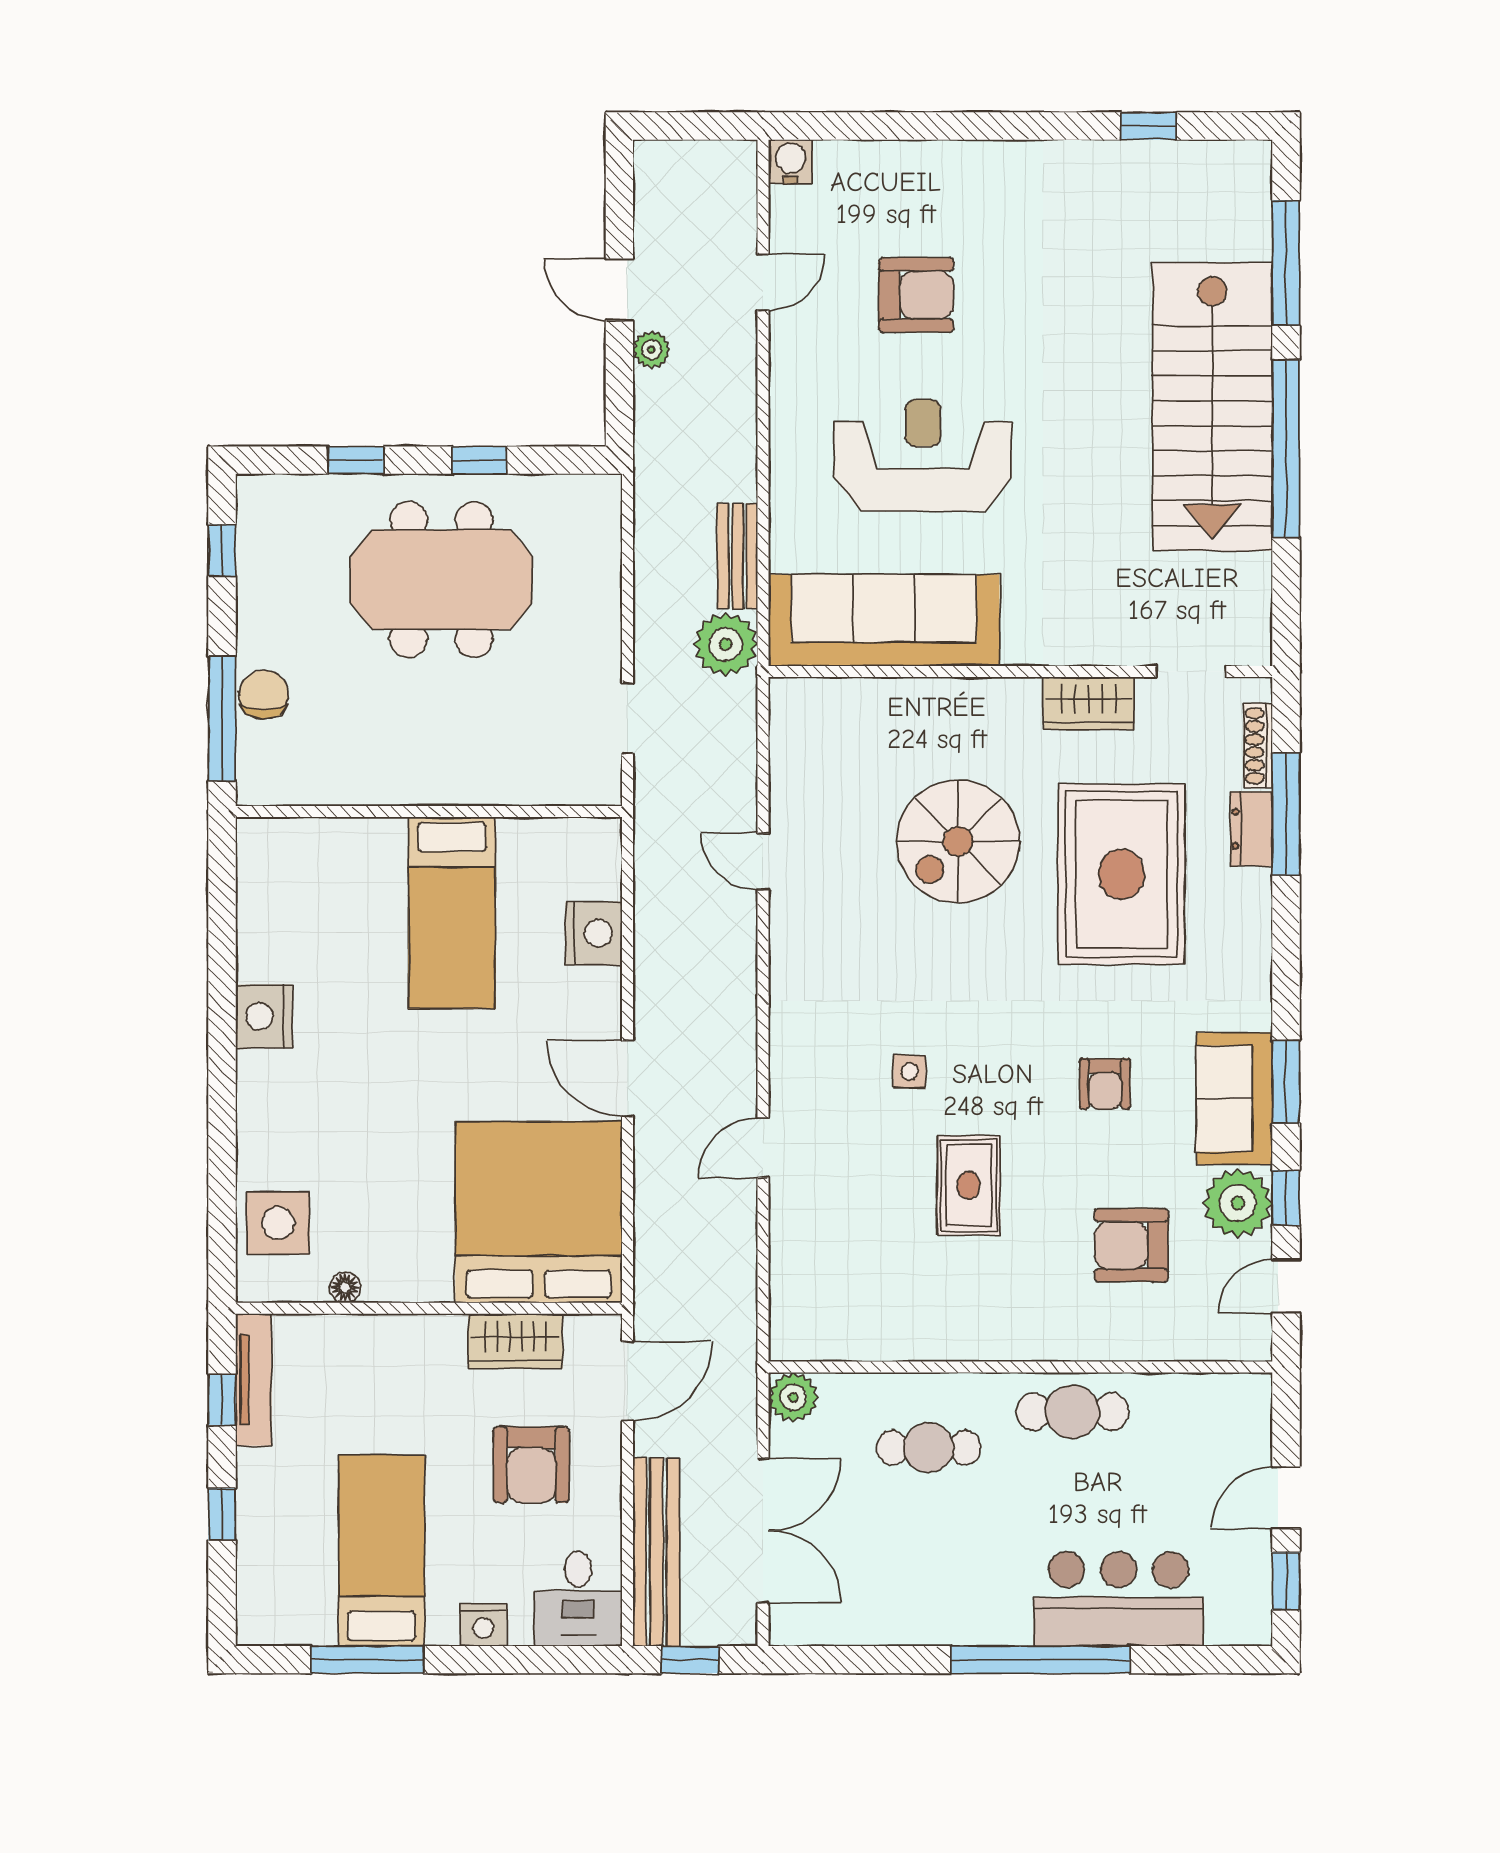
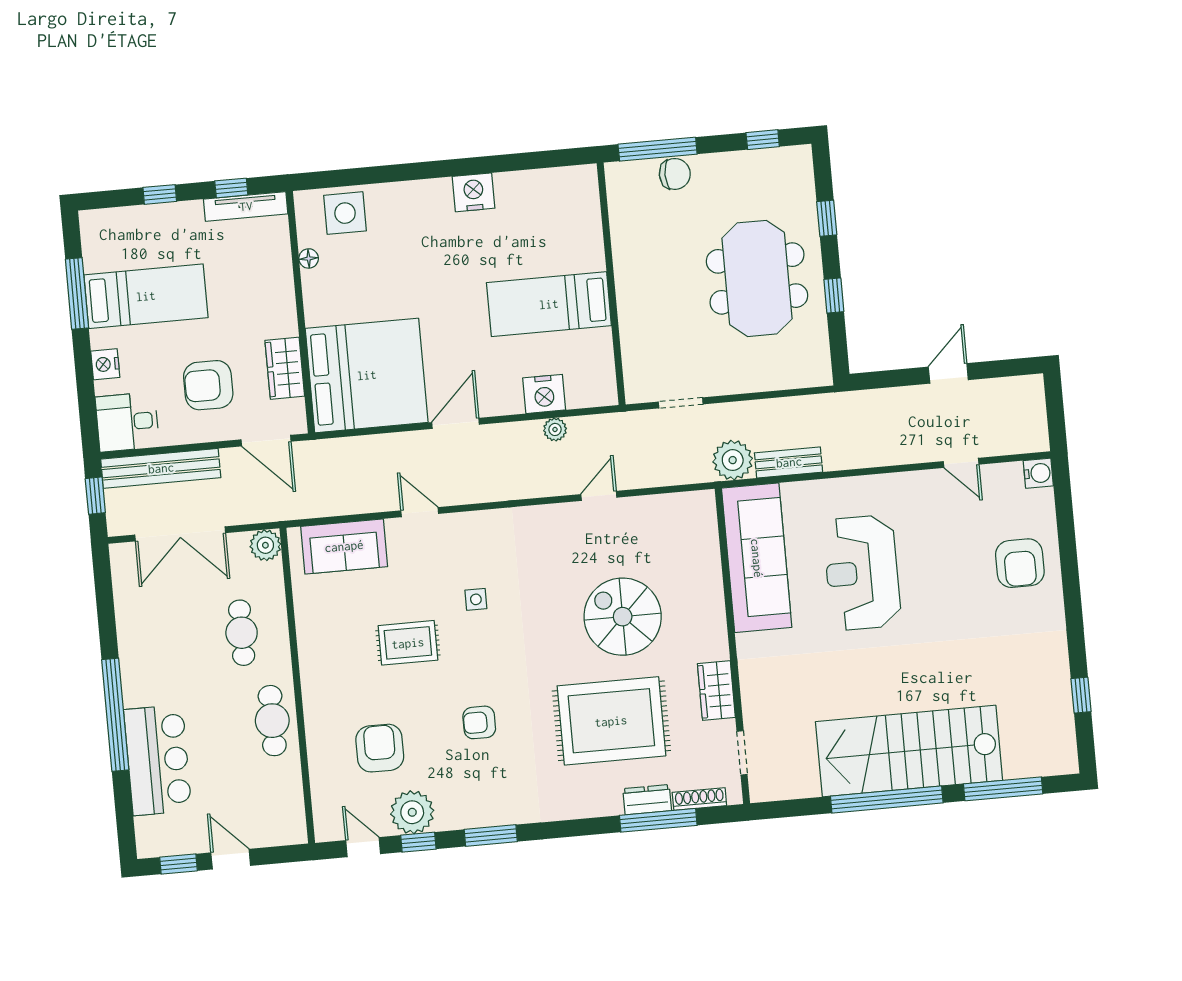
armchair: (916, 295) -> (1020, 563), moved
plant: (652, 350) -> (555, 429), moved
reception desk: (923, 455) -> (862, 573), turned 180
sofa: (1234, 1099) -> (344, 546), moved, turned 180

